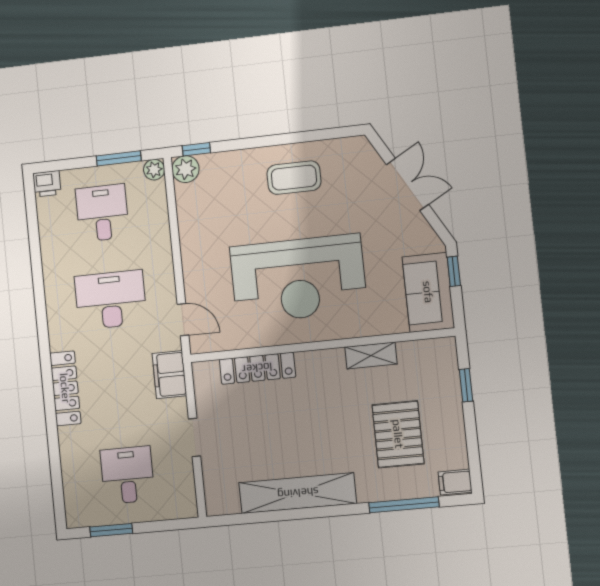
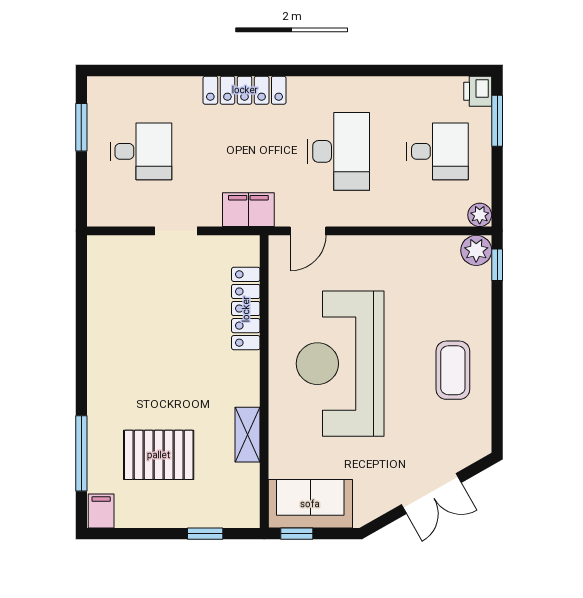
window: (119, 158) -> (497, 121), moved
window: (454, 271) -> (297, 534), moved
shelving: (298, 493) -> (104, 339), removed

